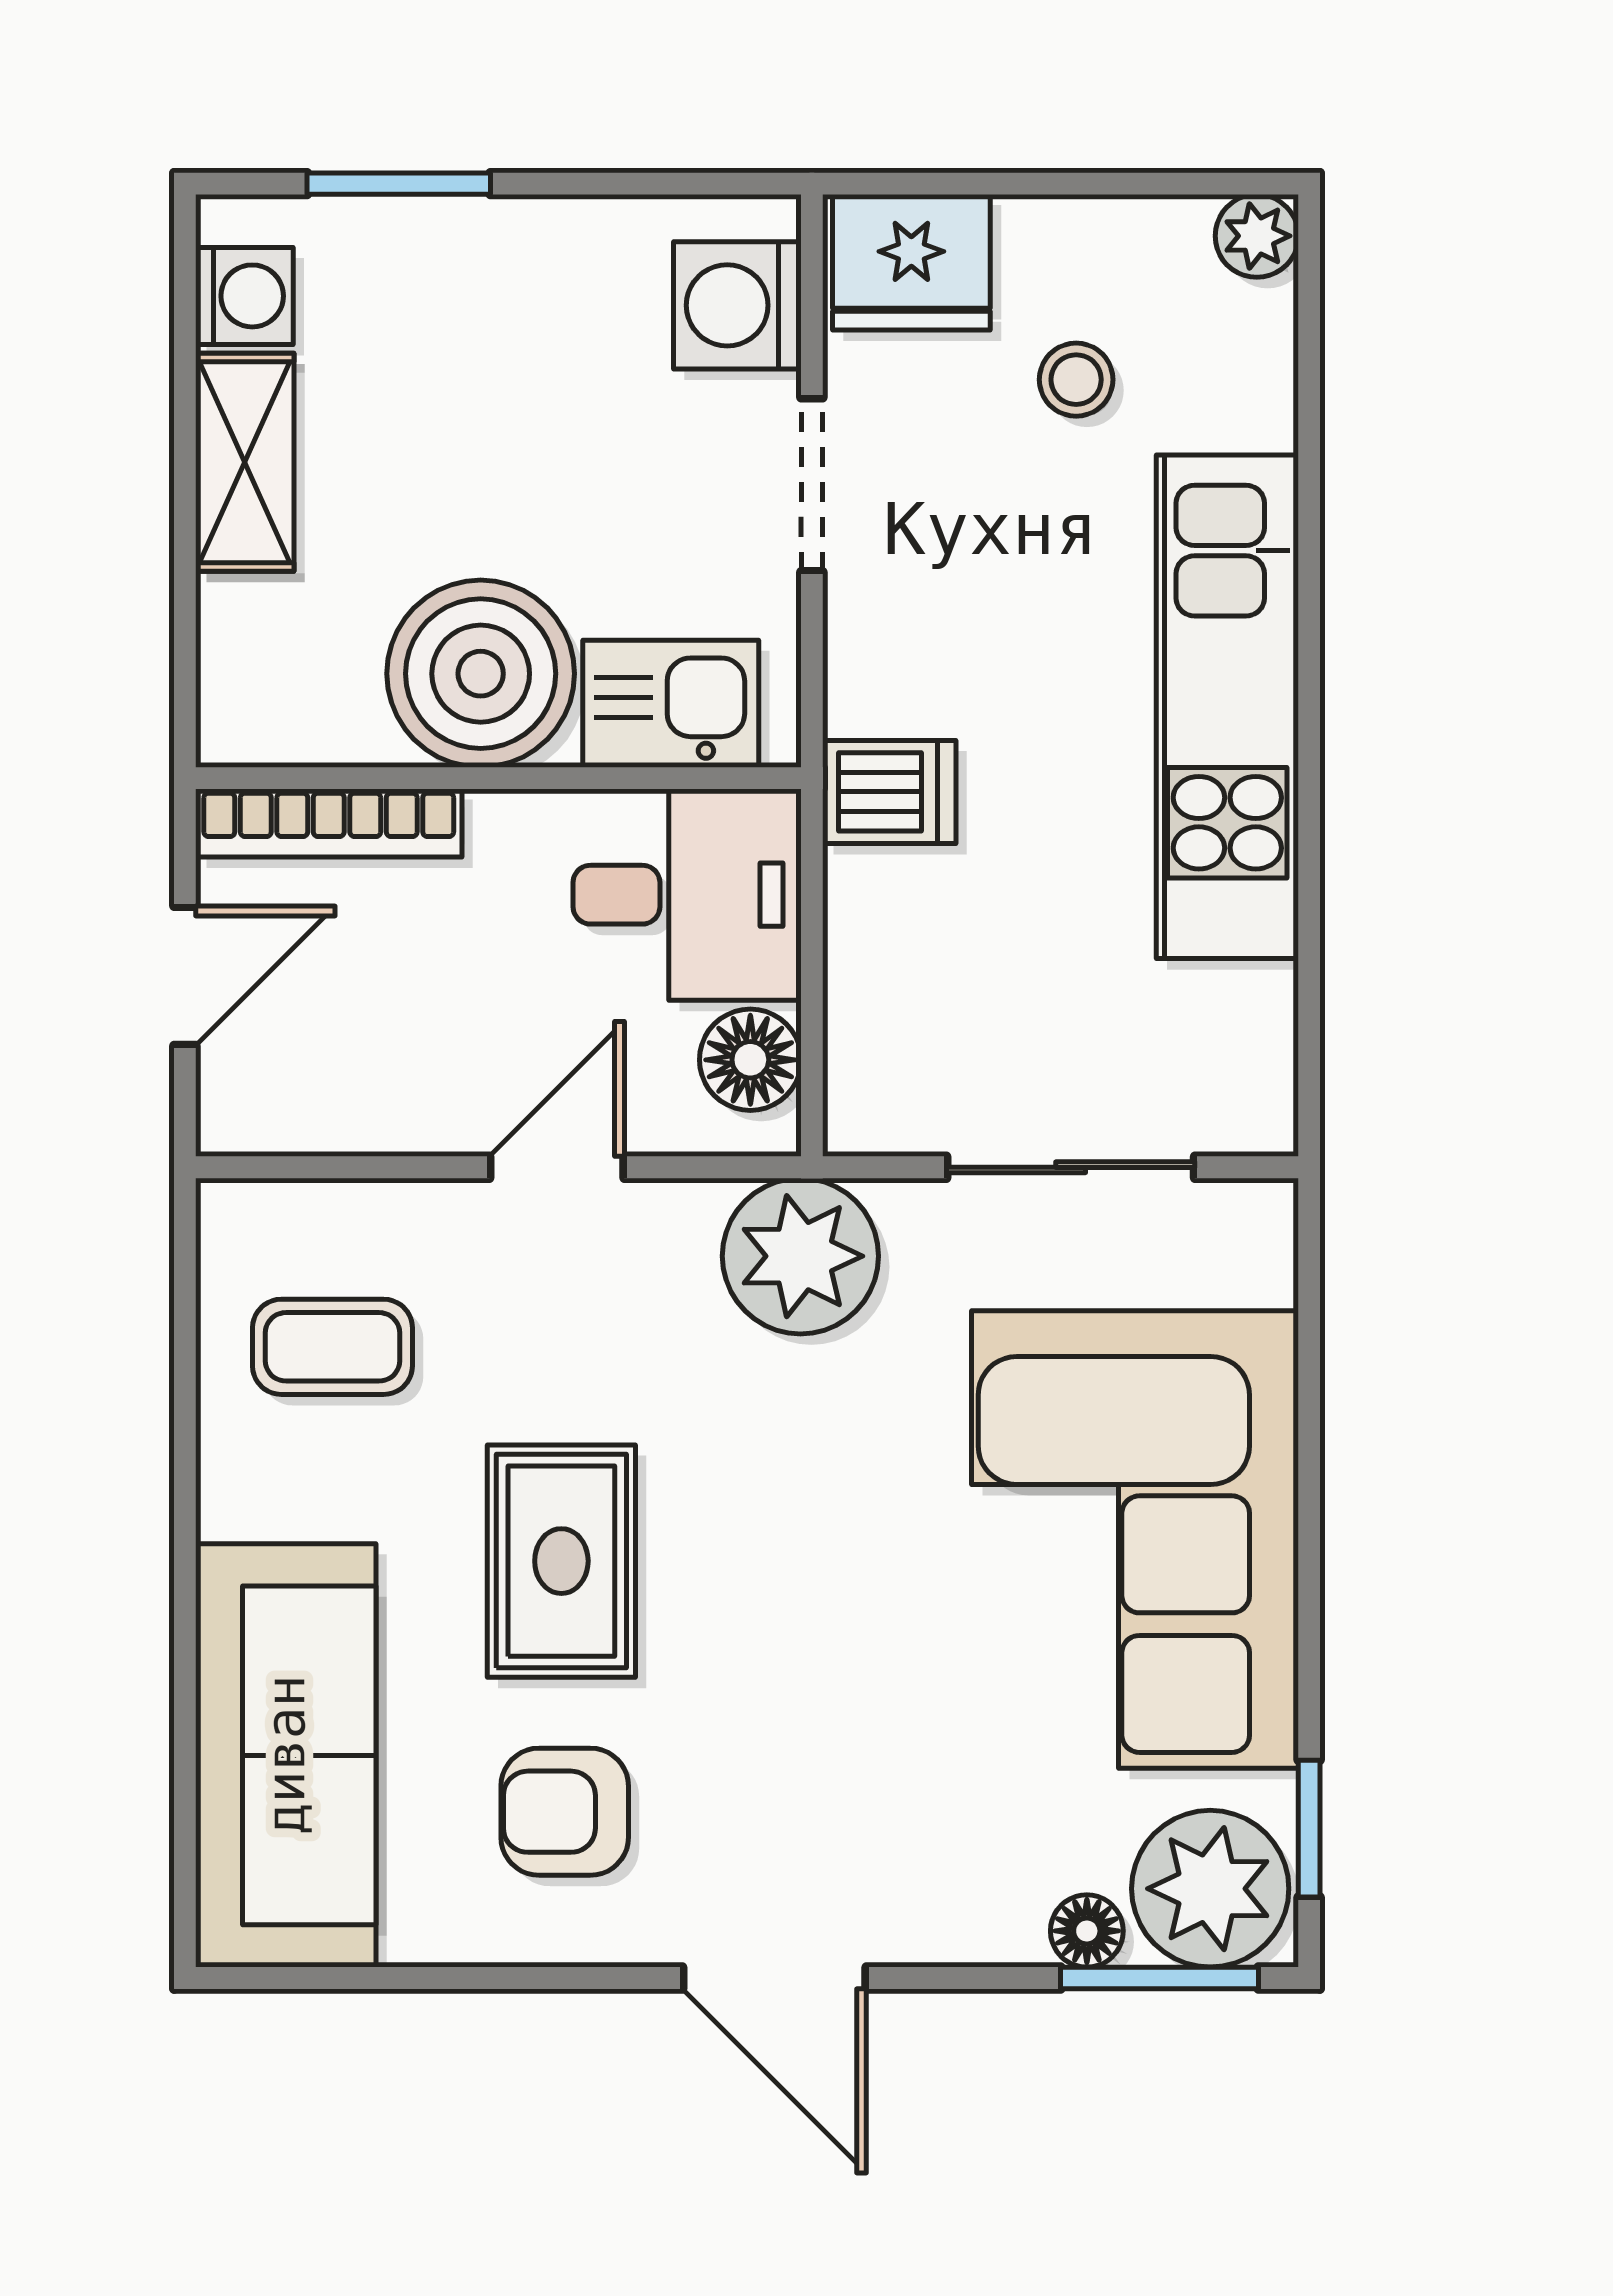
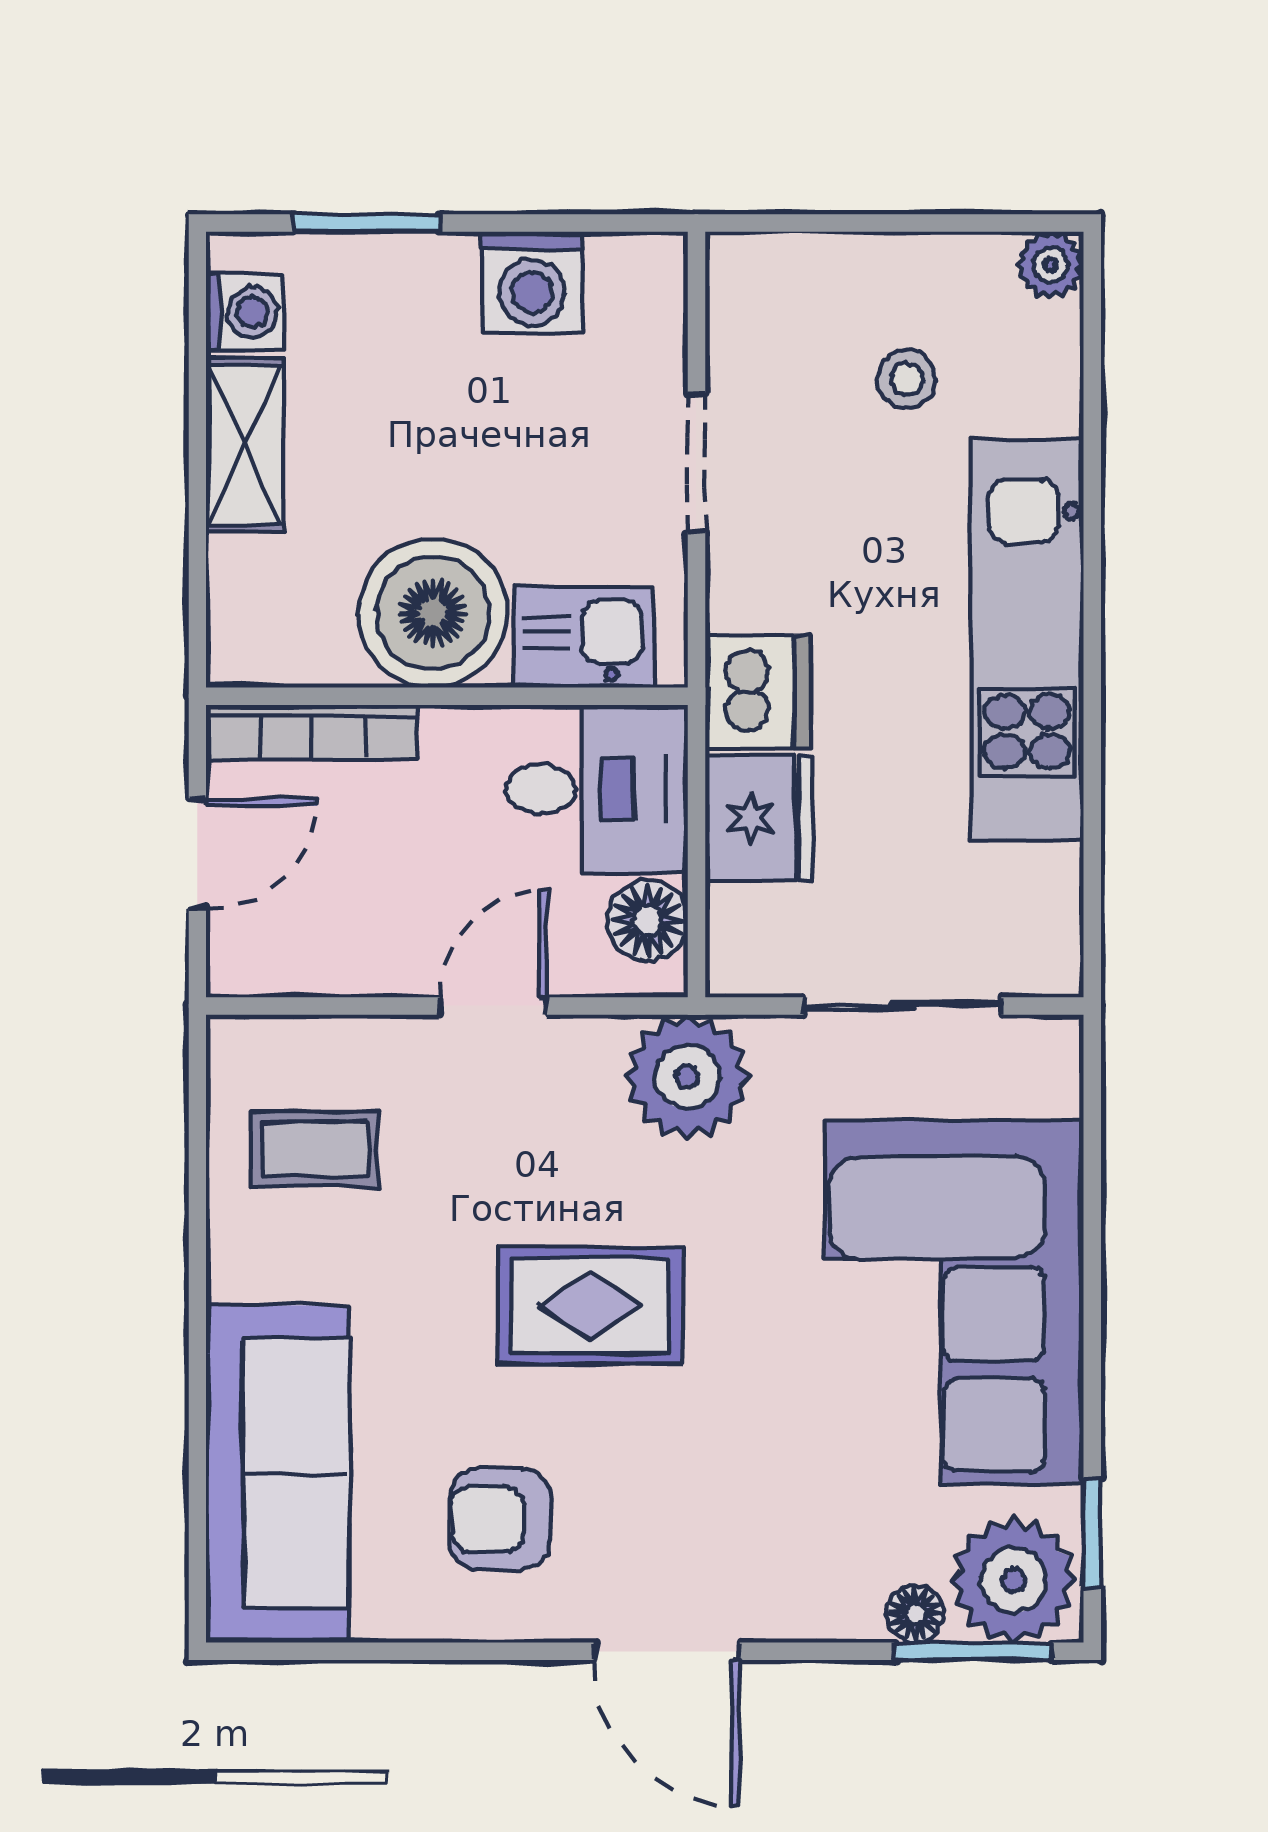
fridge: (911, 262) -> (759, 818), moved, turned -90
washing machine: (737, 305) -> (532, 282), moved, turned -90
dishwasher: (889, 792) -> (758, 692), width x1.38
rug: (561, 1561) -> (590, 1306), moved, turned 90

